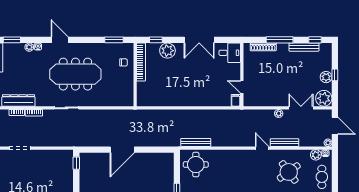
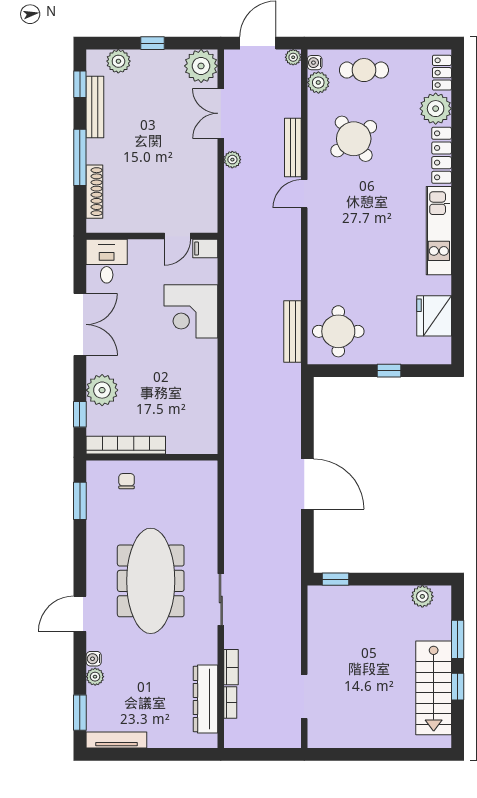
plant: (326, 77) -> (118, 61), moved
corner desk: (205, 93) -> (191, 311), added

